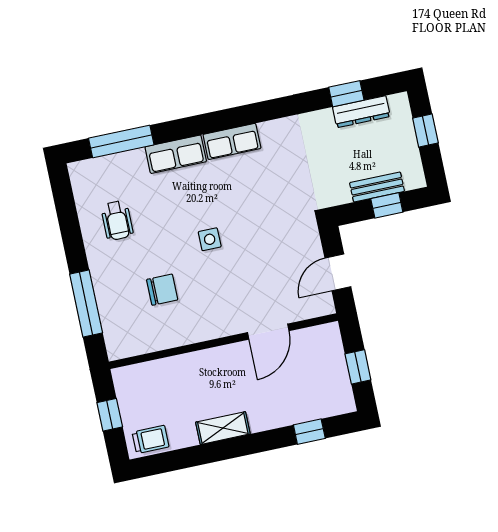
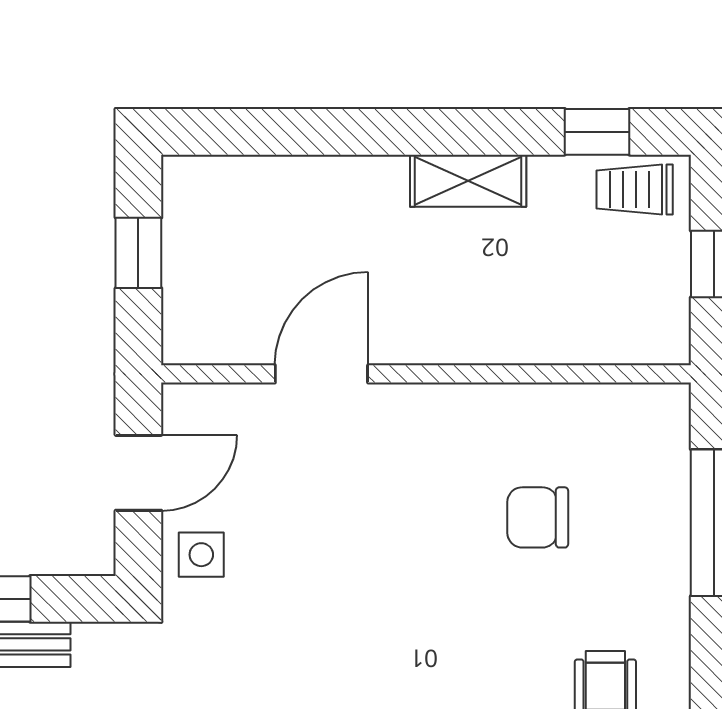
side table: (210, 239) -> (201, 555), moved
window: (309, 432) -> (597, 132), moved

